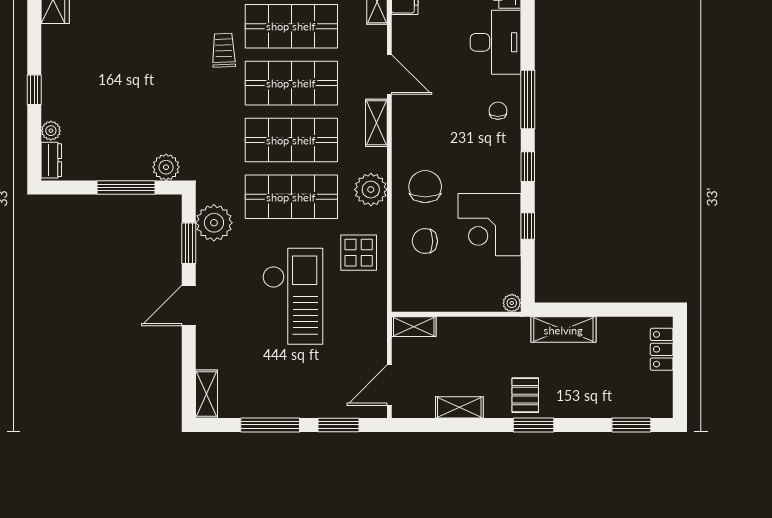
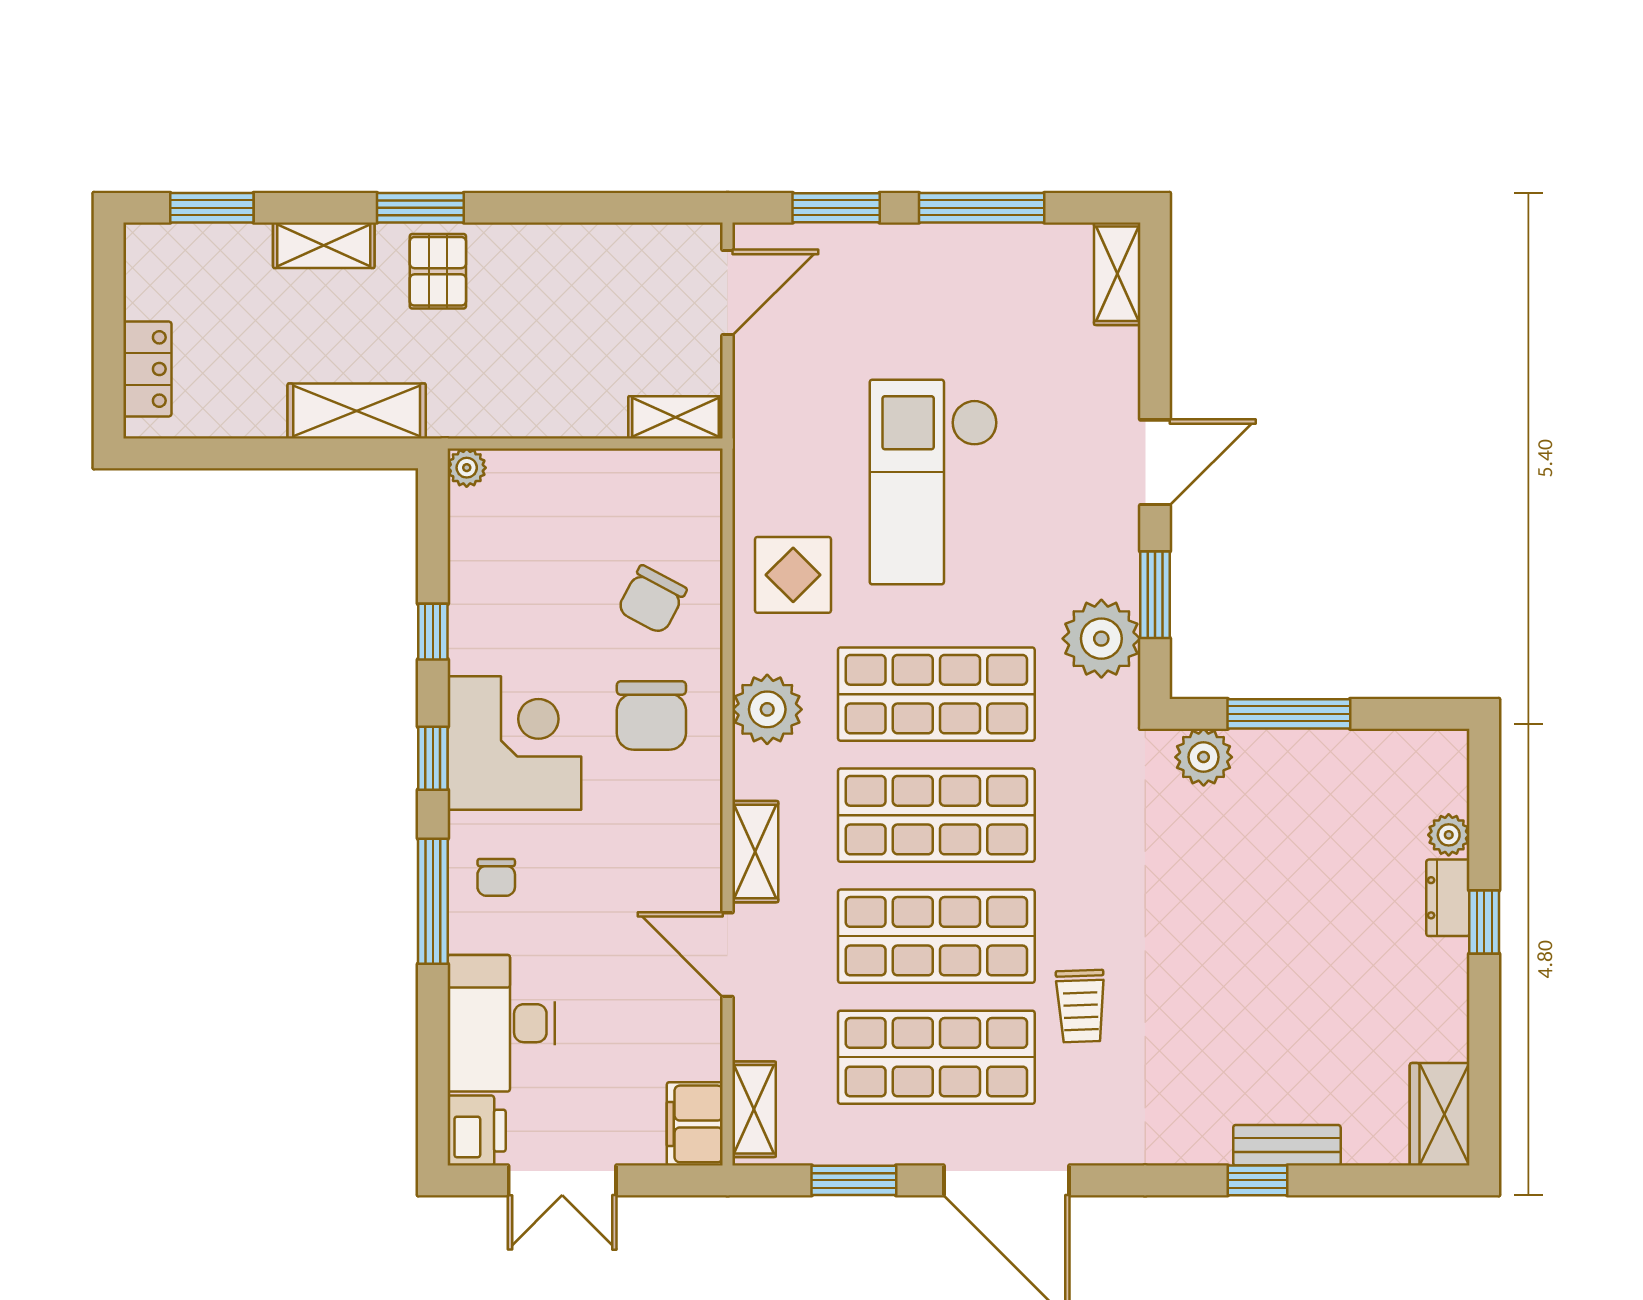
dresser: (51, 160) -> (1448, 898), moved
corner desk: (489, 225) -> (514, 743), moved
chair: (425, 241) -> (652, 600), turned 118
shelving: (459, 407) -> (324, 245), moved

